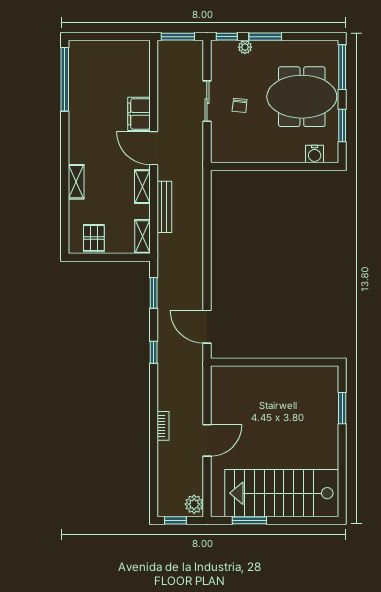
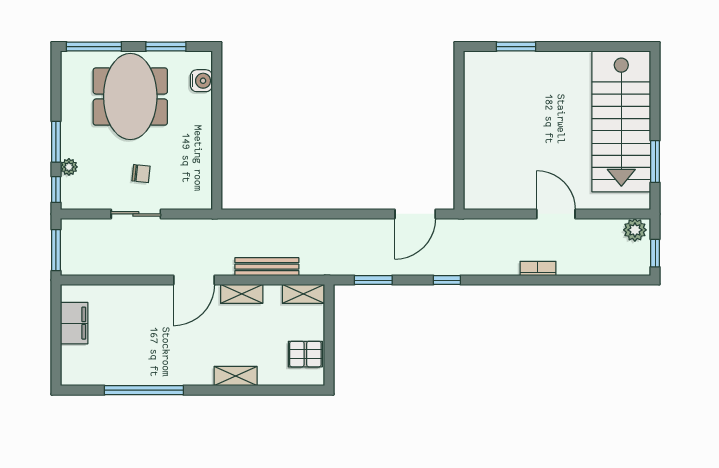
window: (65, 79) -> (144, 390), moved
filing cabinet: (139, 114) -> (74, 323), moved, turned -90

